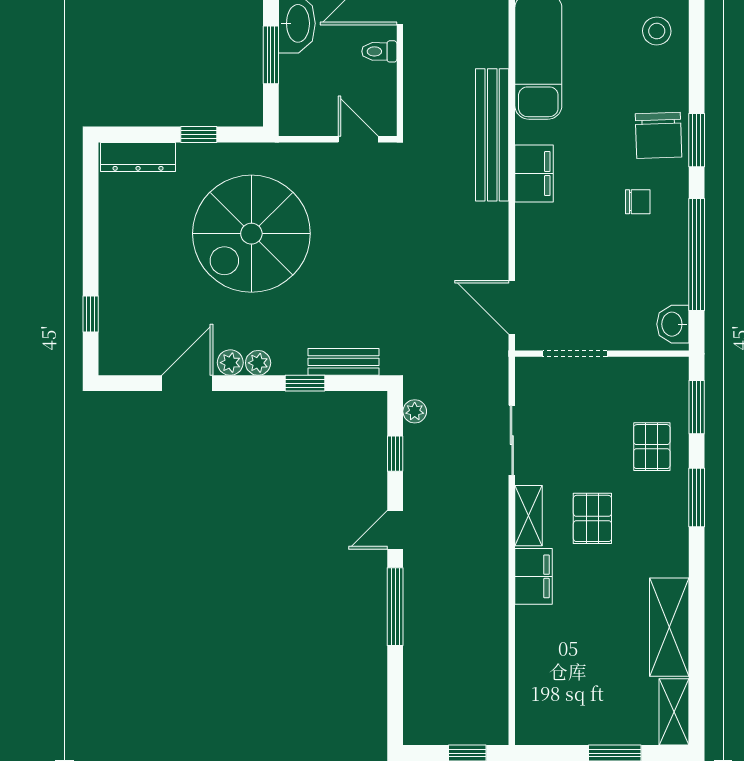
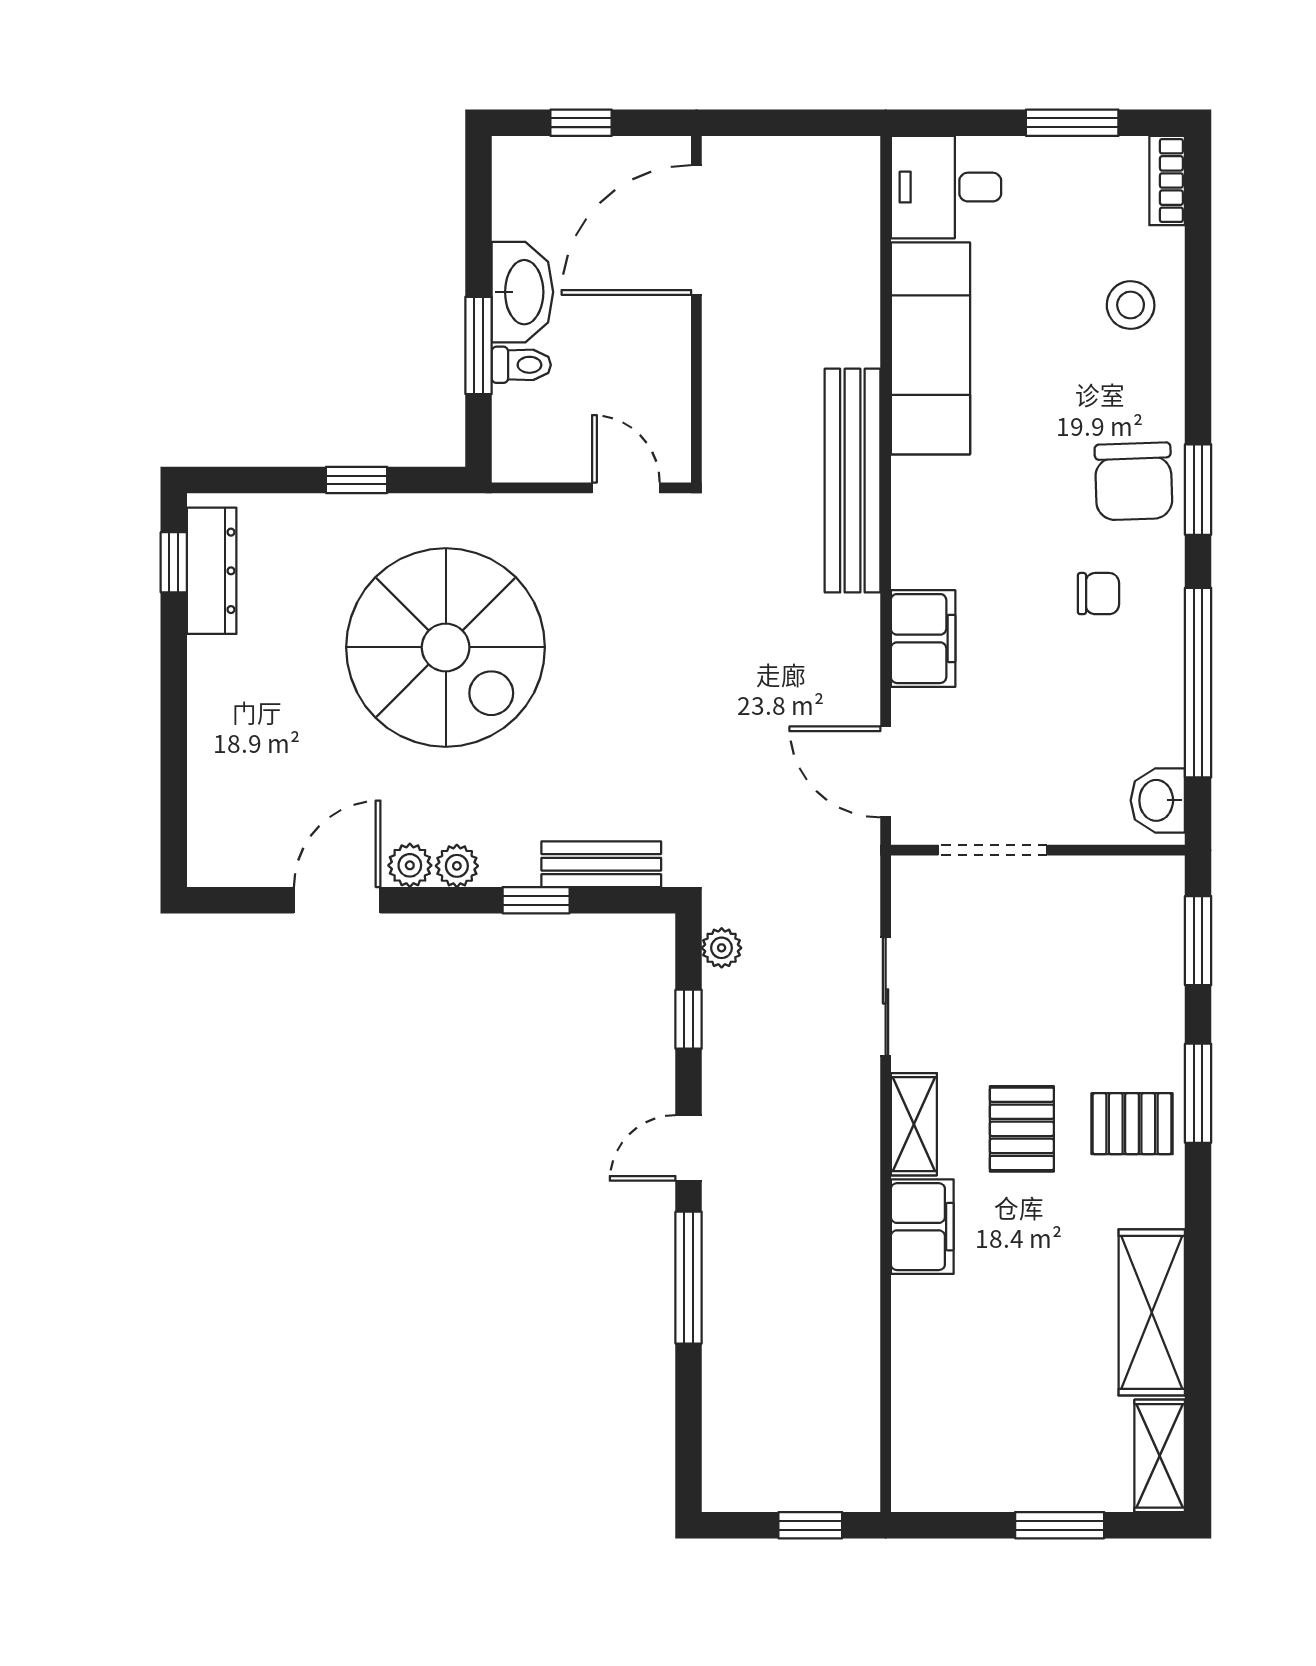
toilet: (379, 51) -> (521, 365), moved, turned 180
dresser: (138, 157) -> (212, 571), moved, turned -90
filing cabinet: (534, 174) -> (923, 639), moved
spiral stairs: (251, 234) -> (446, 647), turned -90
window: (91, 314) -> (174, 562), moved
pallet: (652, 447) -> (1132, 1124), moved, turned 90

